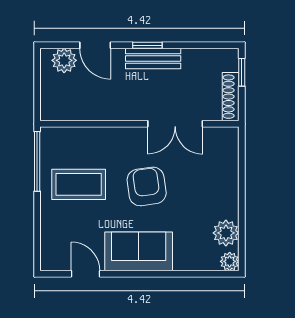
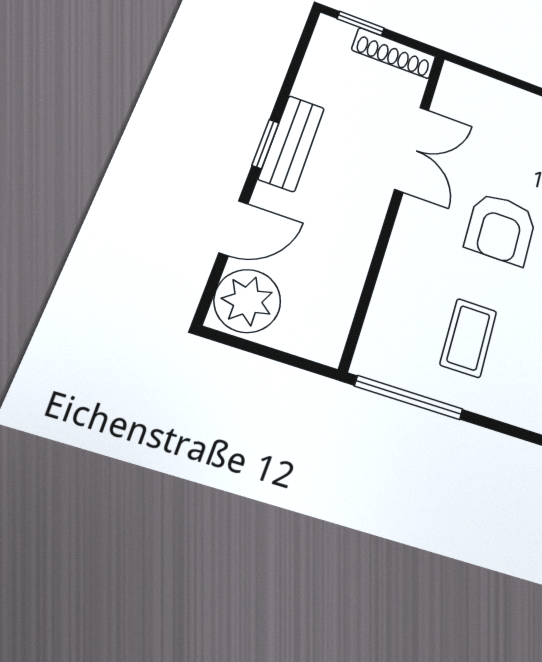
plant: (64, 60) -> (247, 301), width x1.36, depth x1.36
coffee table: (79, 184) -> (468, 338), width x0.73, depth x0.77
armchair: (147, 186) -> (501, 229), turned -82

